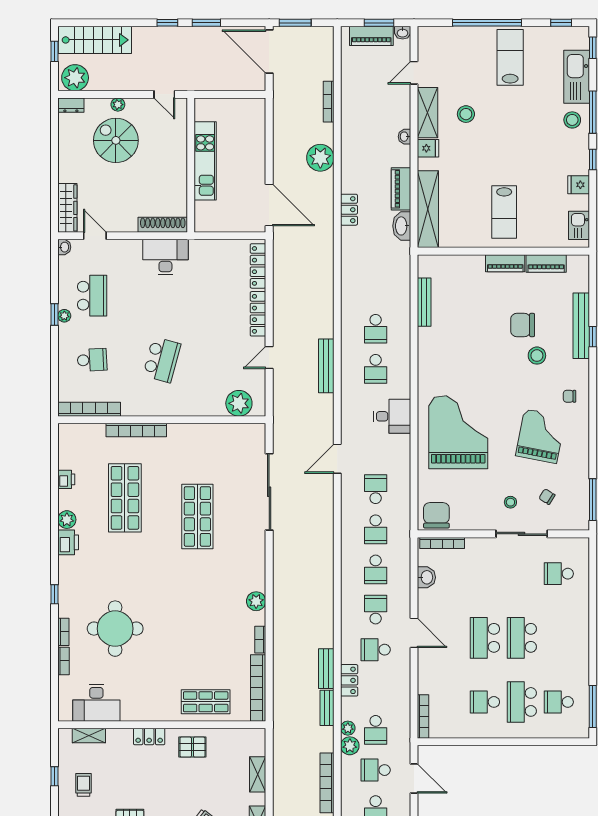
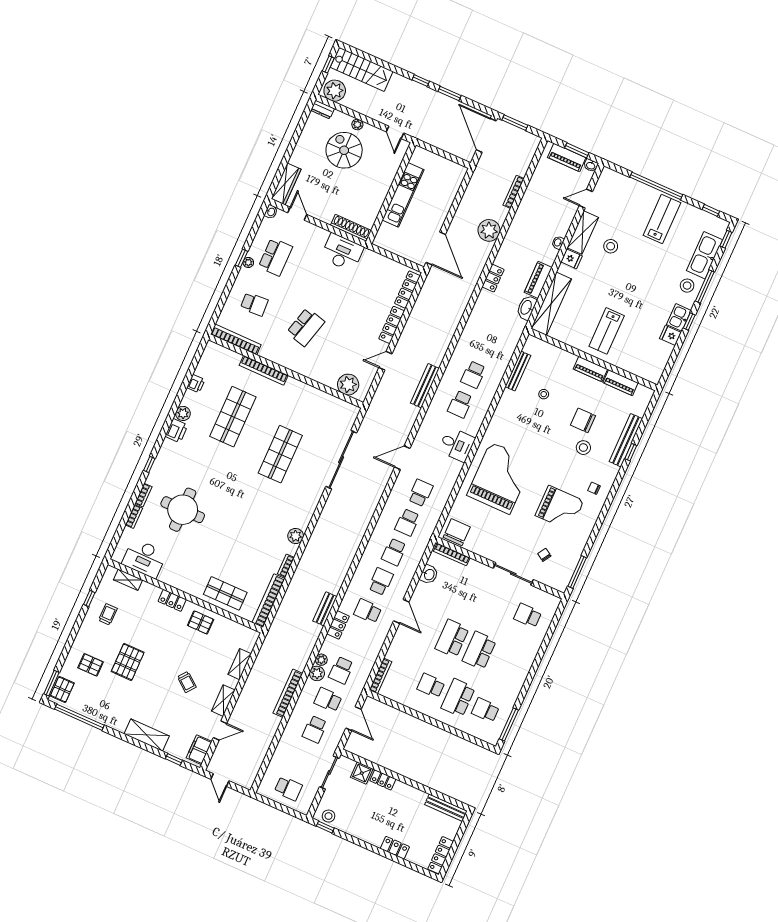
kitchen sink: (579, 225) -> (679, 317), moved
grand piano: (541, 436) -> (560, 508), turned 79
stool: (510, 502) -> (544, 394), moved
bench: (327, 708) -> (313, 638), removed

